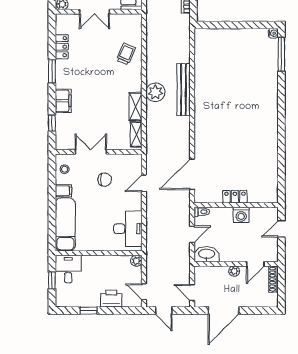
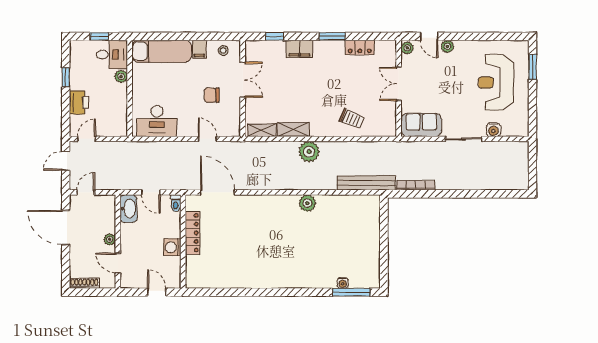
water cooler: (273, 33) -> (343, 283), moved
bench: (184, 90) -> (366, 183), moved
plant: (202, 94) -> (307, 203), added
chair: (105, 180) -> (212, 95), turned 90
locker: (235, 197) -> (193, 233), width x1.53
plant: (136, 261) -> (121, 76), moved
shoe rack: (274, 279) -> (84, 283), moved

